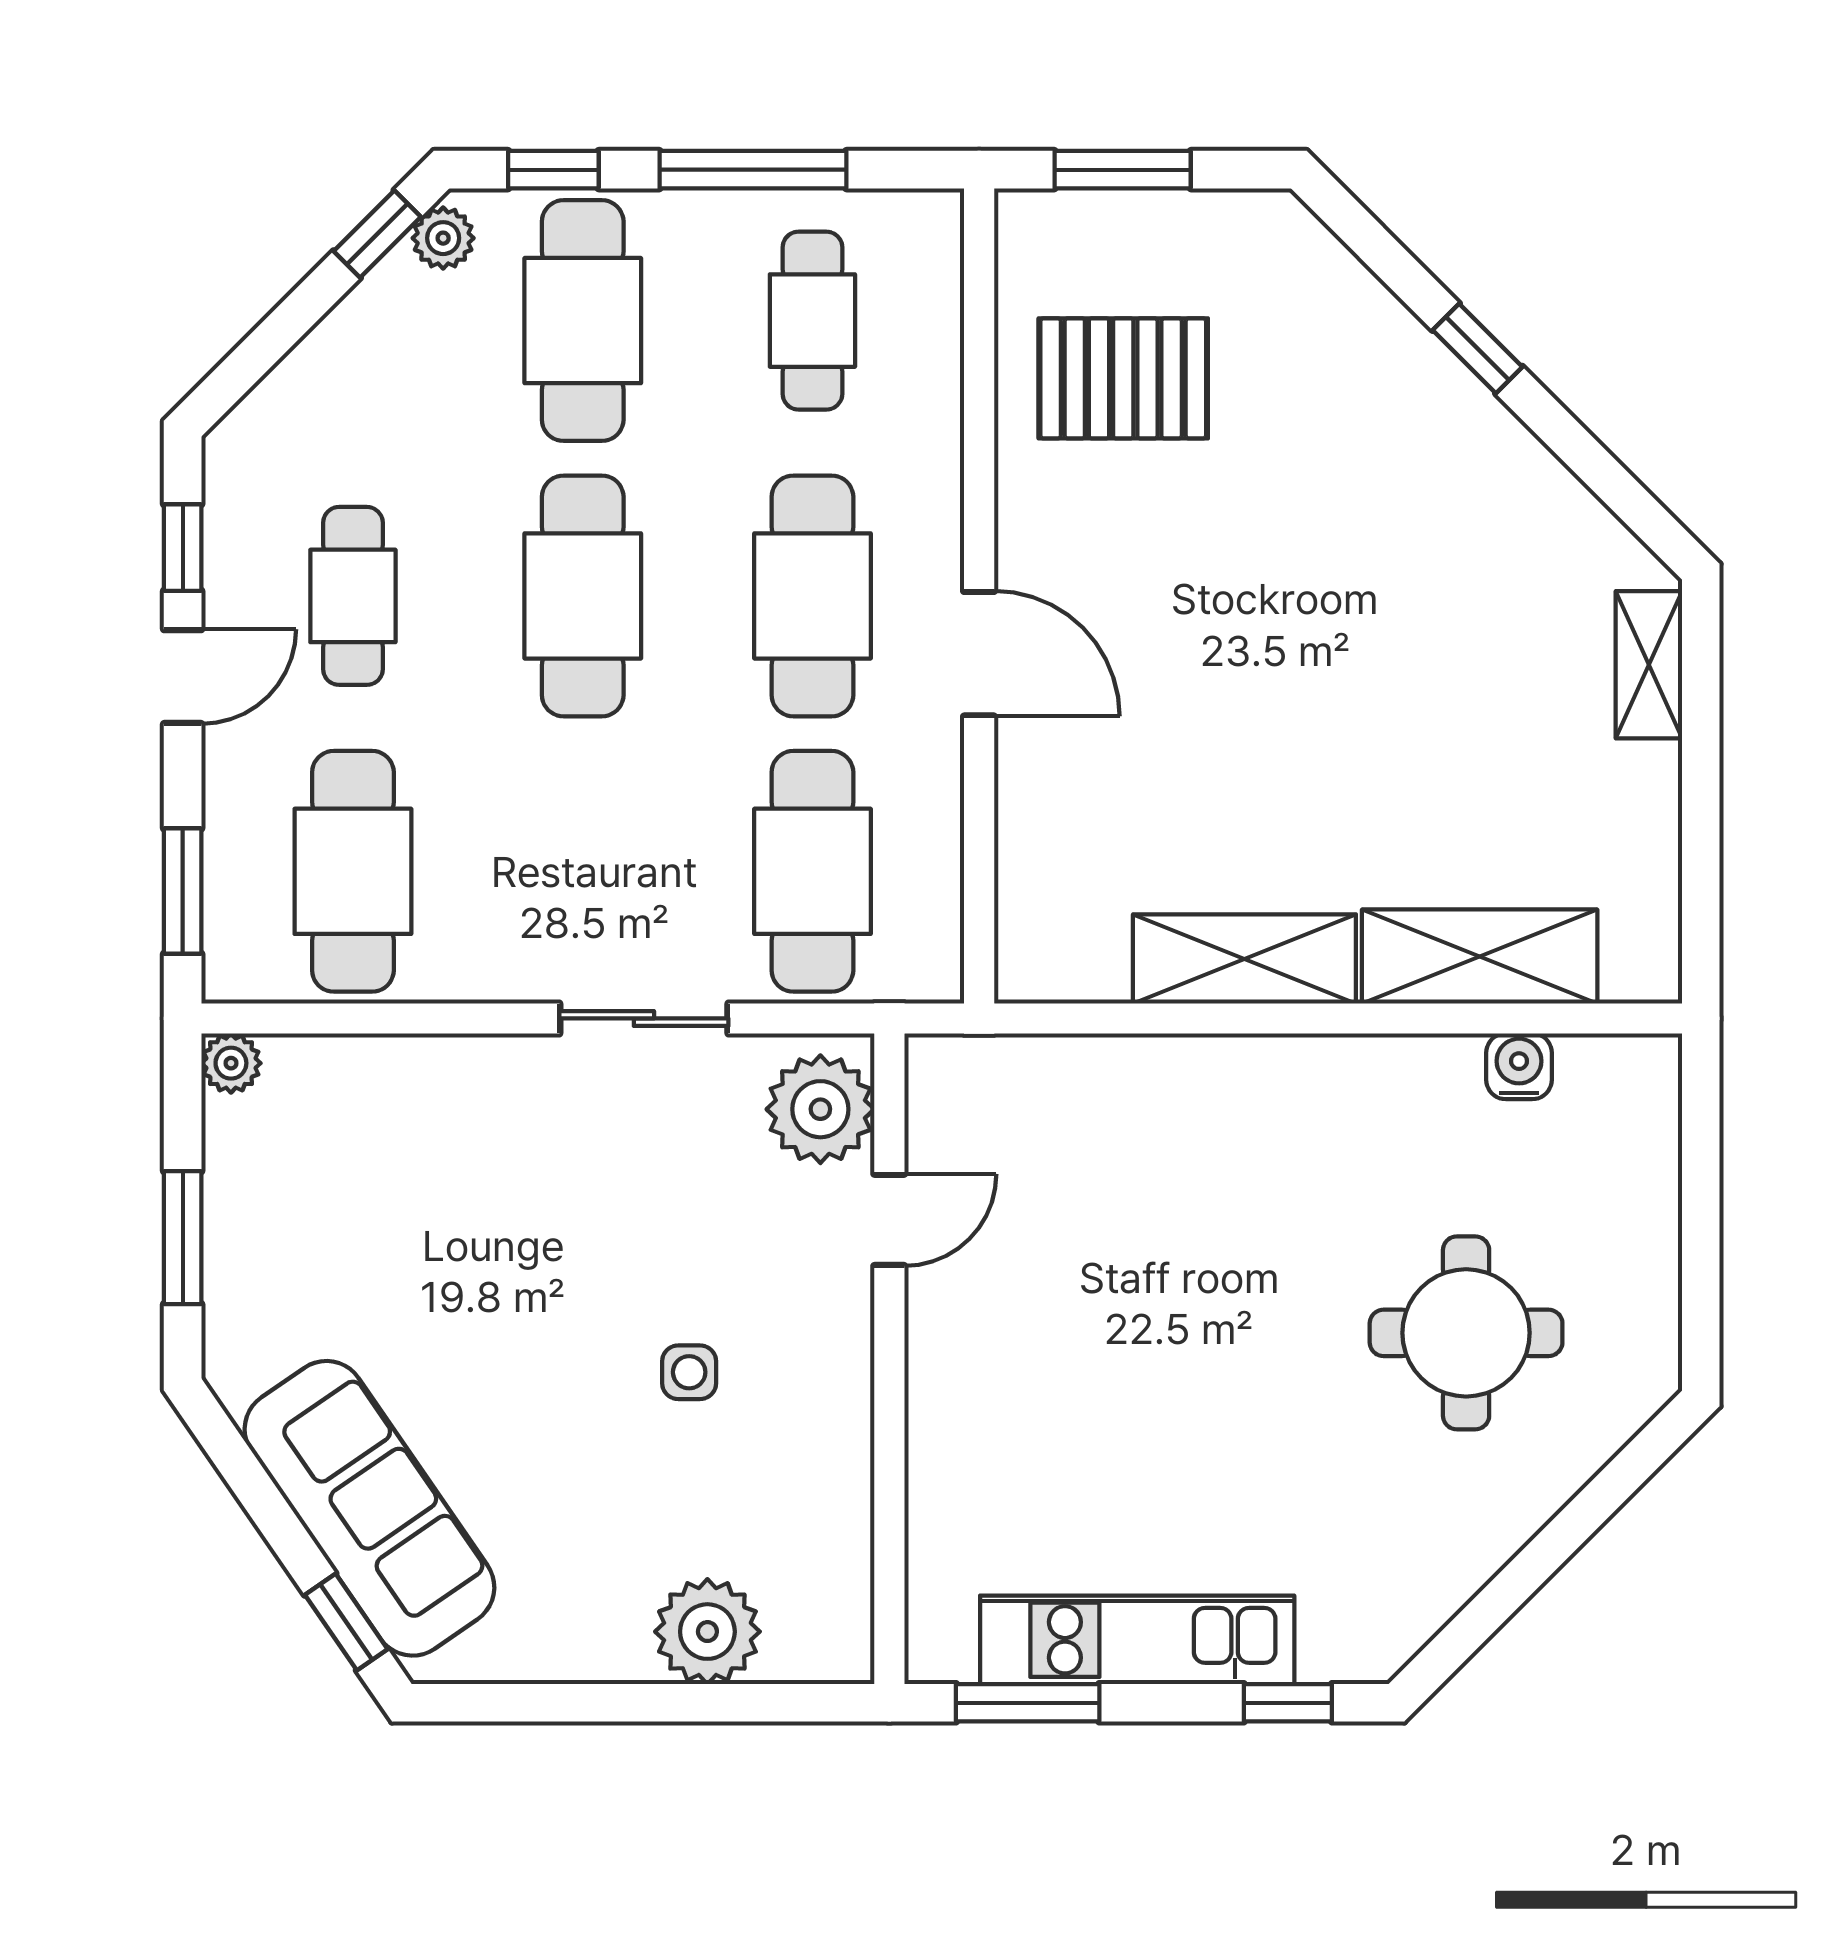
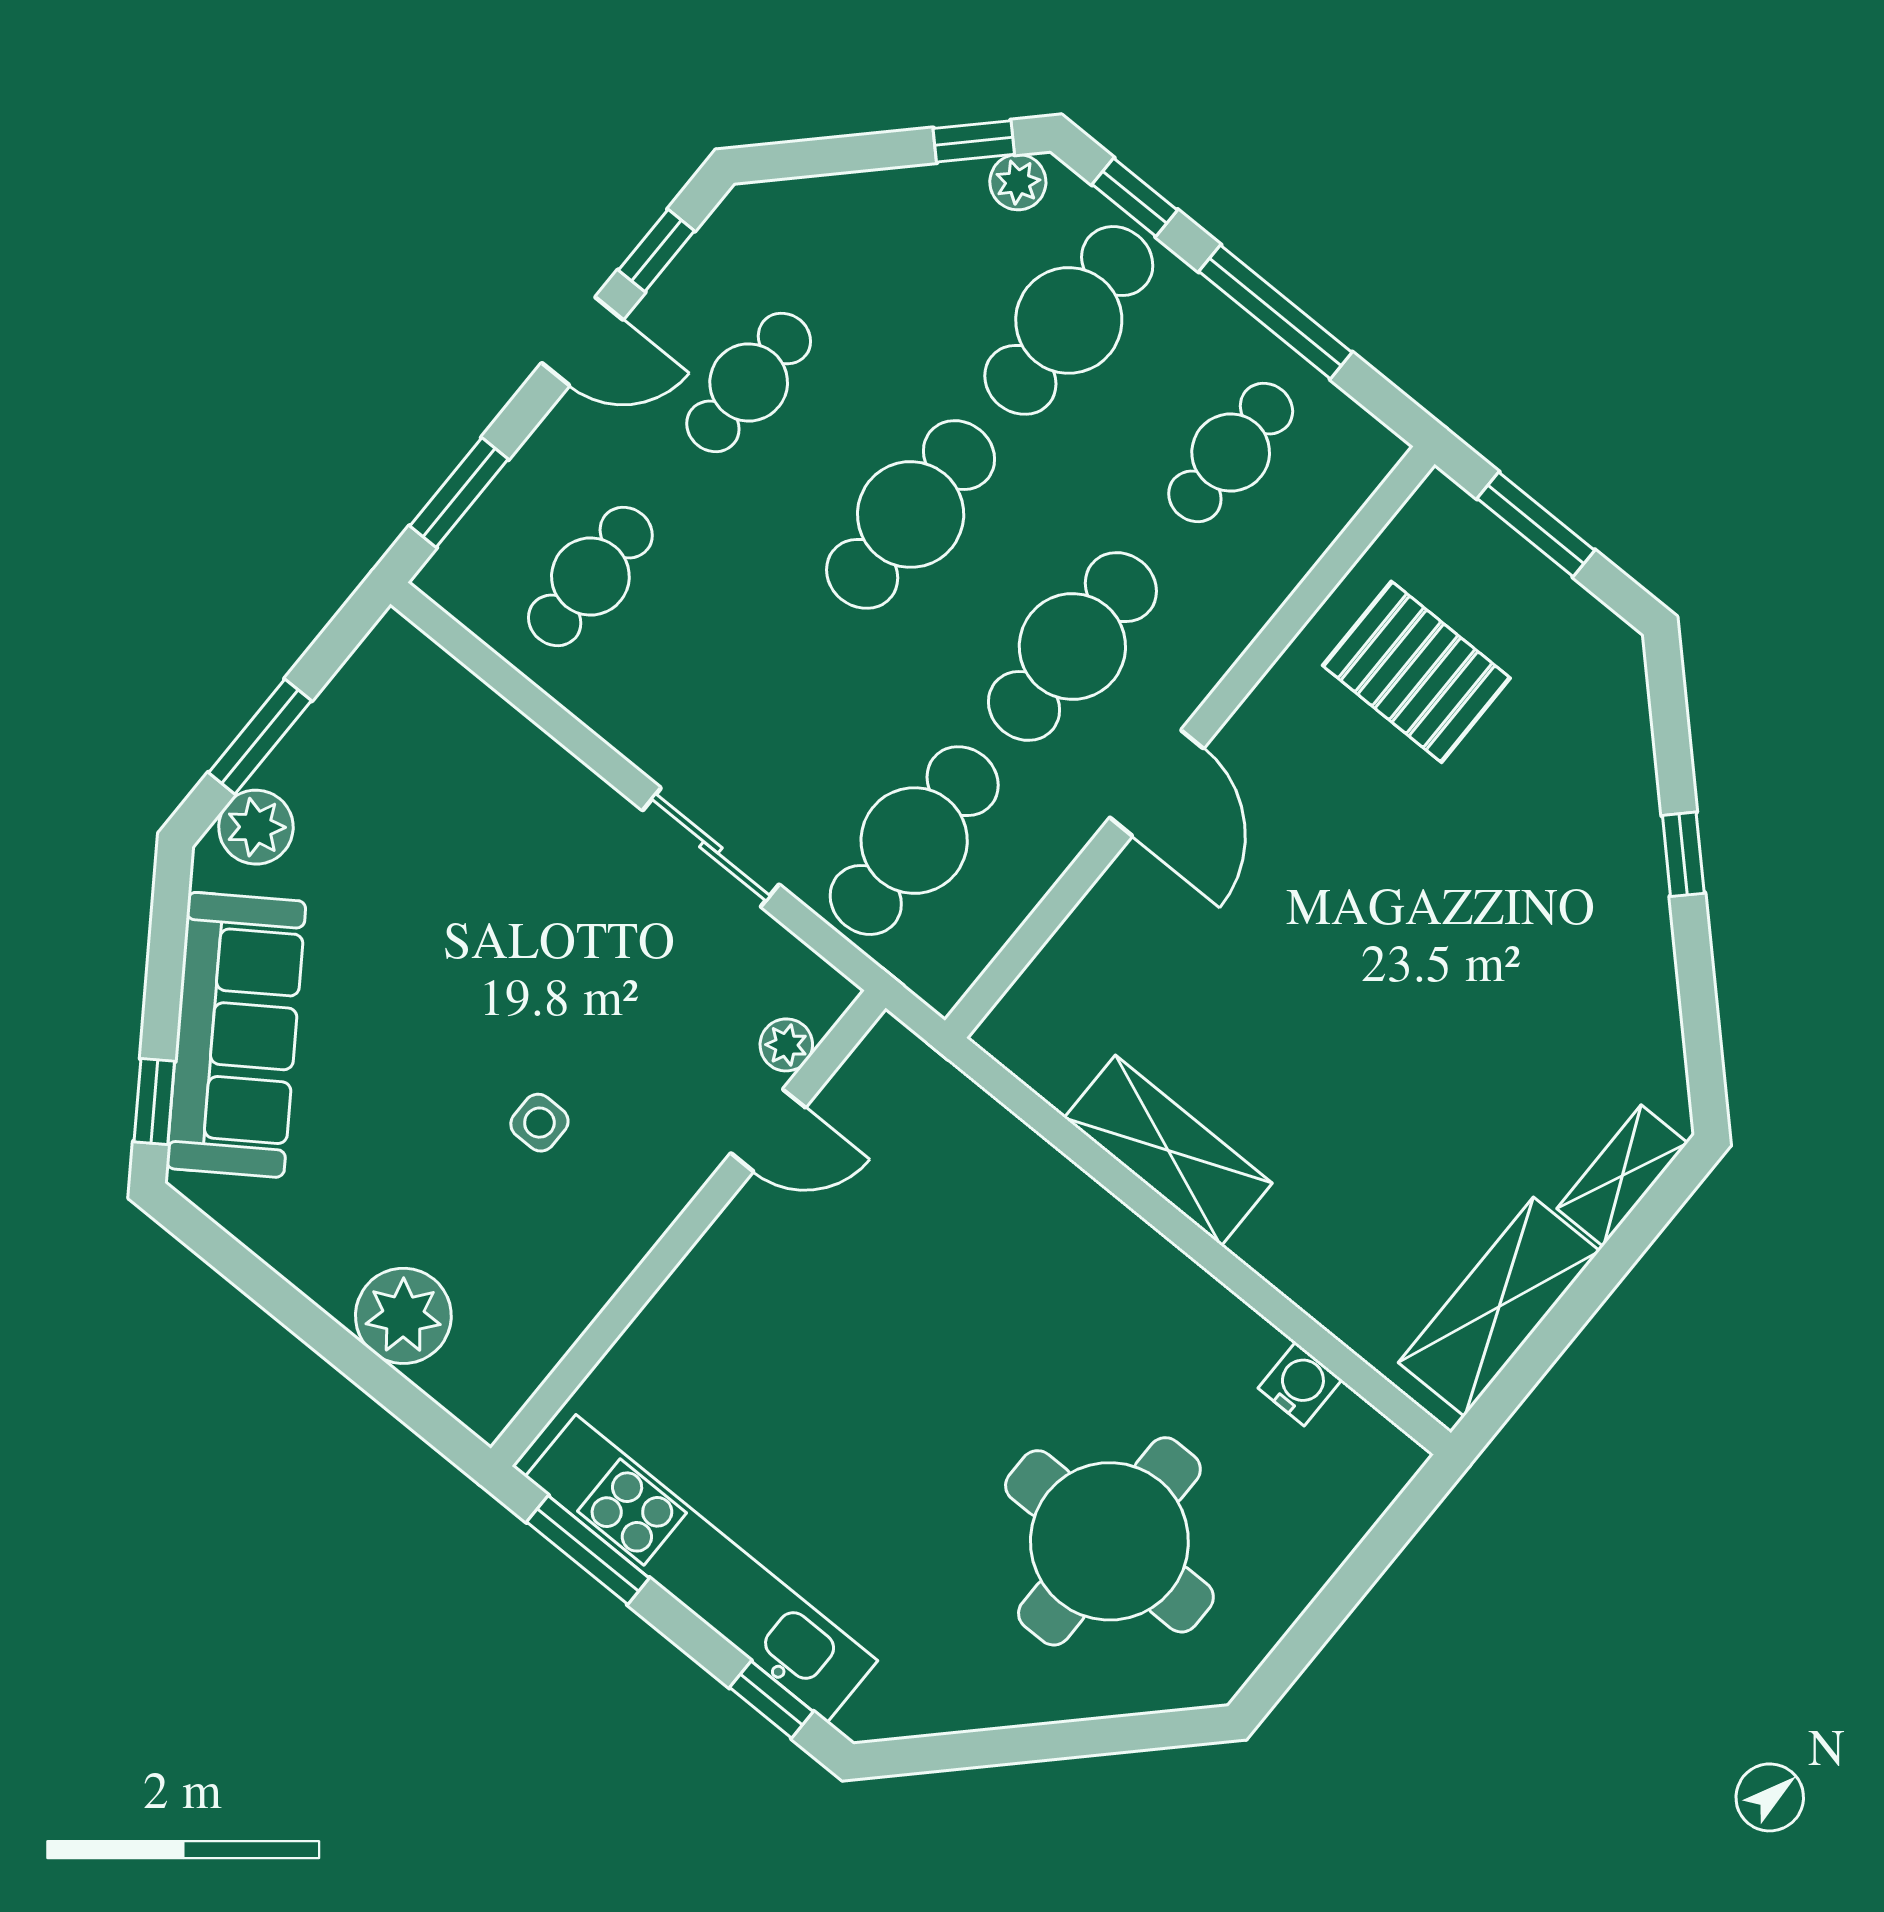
cafe table: (353, 871) -> (590, 576), width x0.73, depth x0.74
shelving: (1480, 956) -> (1499, 1307), moved, turned 90
plant: (231, 1063) -> (256, 827), moved, width x1.38, depth x1.38
plant: (820, 1109) -> (786, 1045), width x0.53, depth x0.53
round table: (1466, 1333) -> (1109, 1541), width x1.36, depth x1.36
kitchen unit: (1137, 1640) -> (701, 1569), width x1.36

